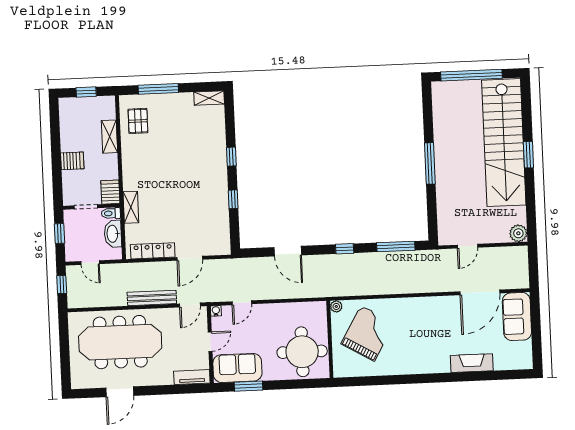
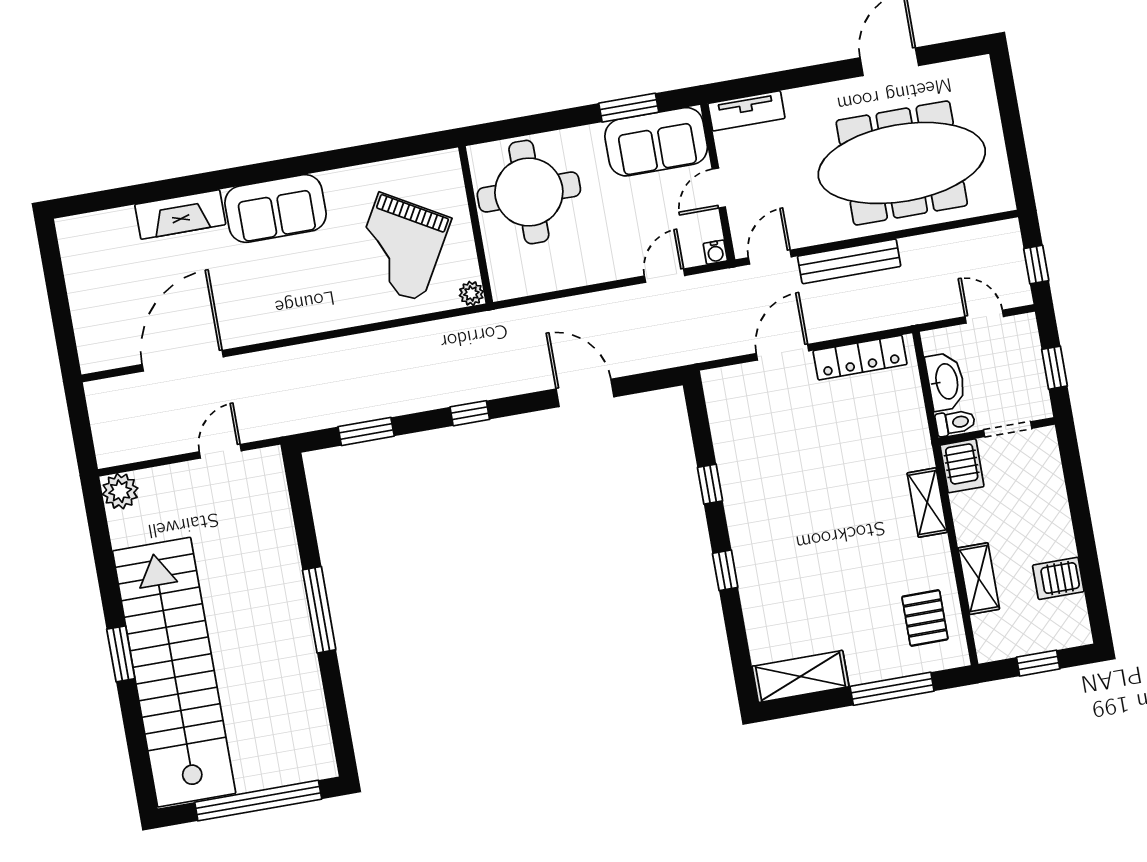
shelving: (209, 98) -> (800, 676), width x1.50, depth x1.33
server rack: (72, 161) -> (1058, 578), moved
shelving: (131, 207) -> (927, 503), moved
window: (396, 247) -> (366, 431), width x0.69
sofa: (517, 317) -> (276, 209), moved, turned 90

